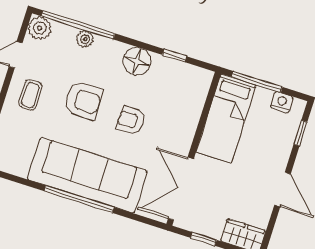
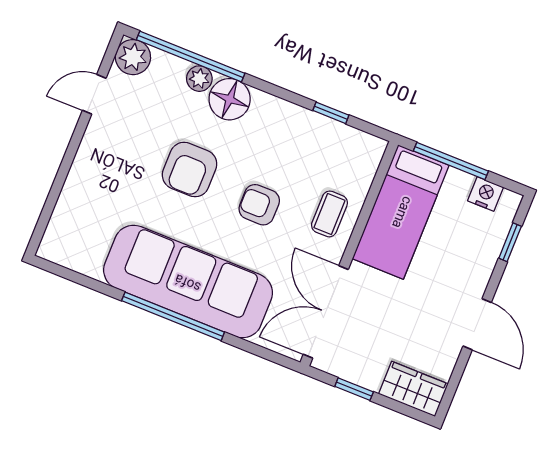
floor lamp: (137, 61) -> (230, 99), moved
coffee table: (31, 95) -> (329, 214), moved
armchair: (83, 100) -> (190, 170), turned 90

